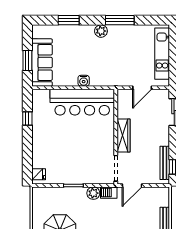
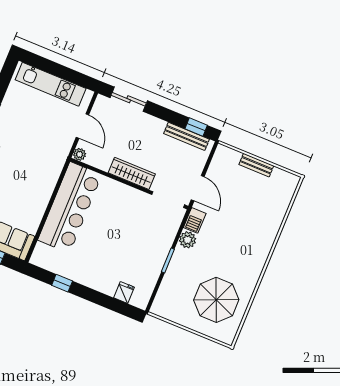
water cooler: (84, 81) -> (44, 195), removed
plant: (122, 94) -> (80, 154), added
fridge: (39, 174) -> (124, 292), moved

